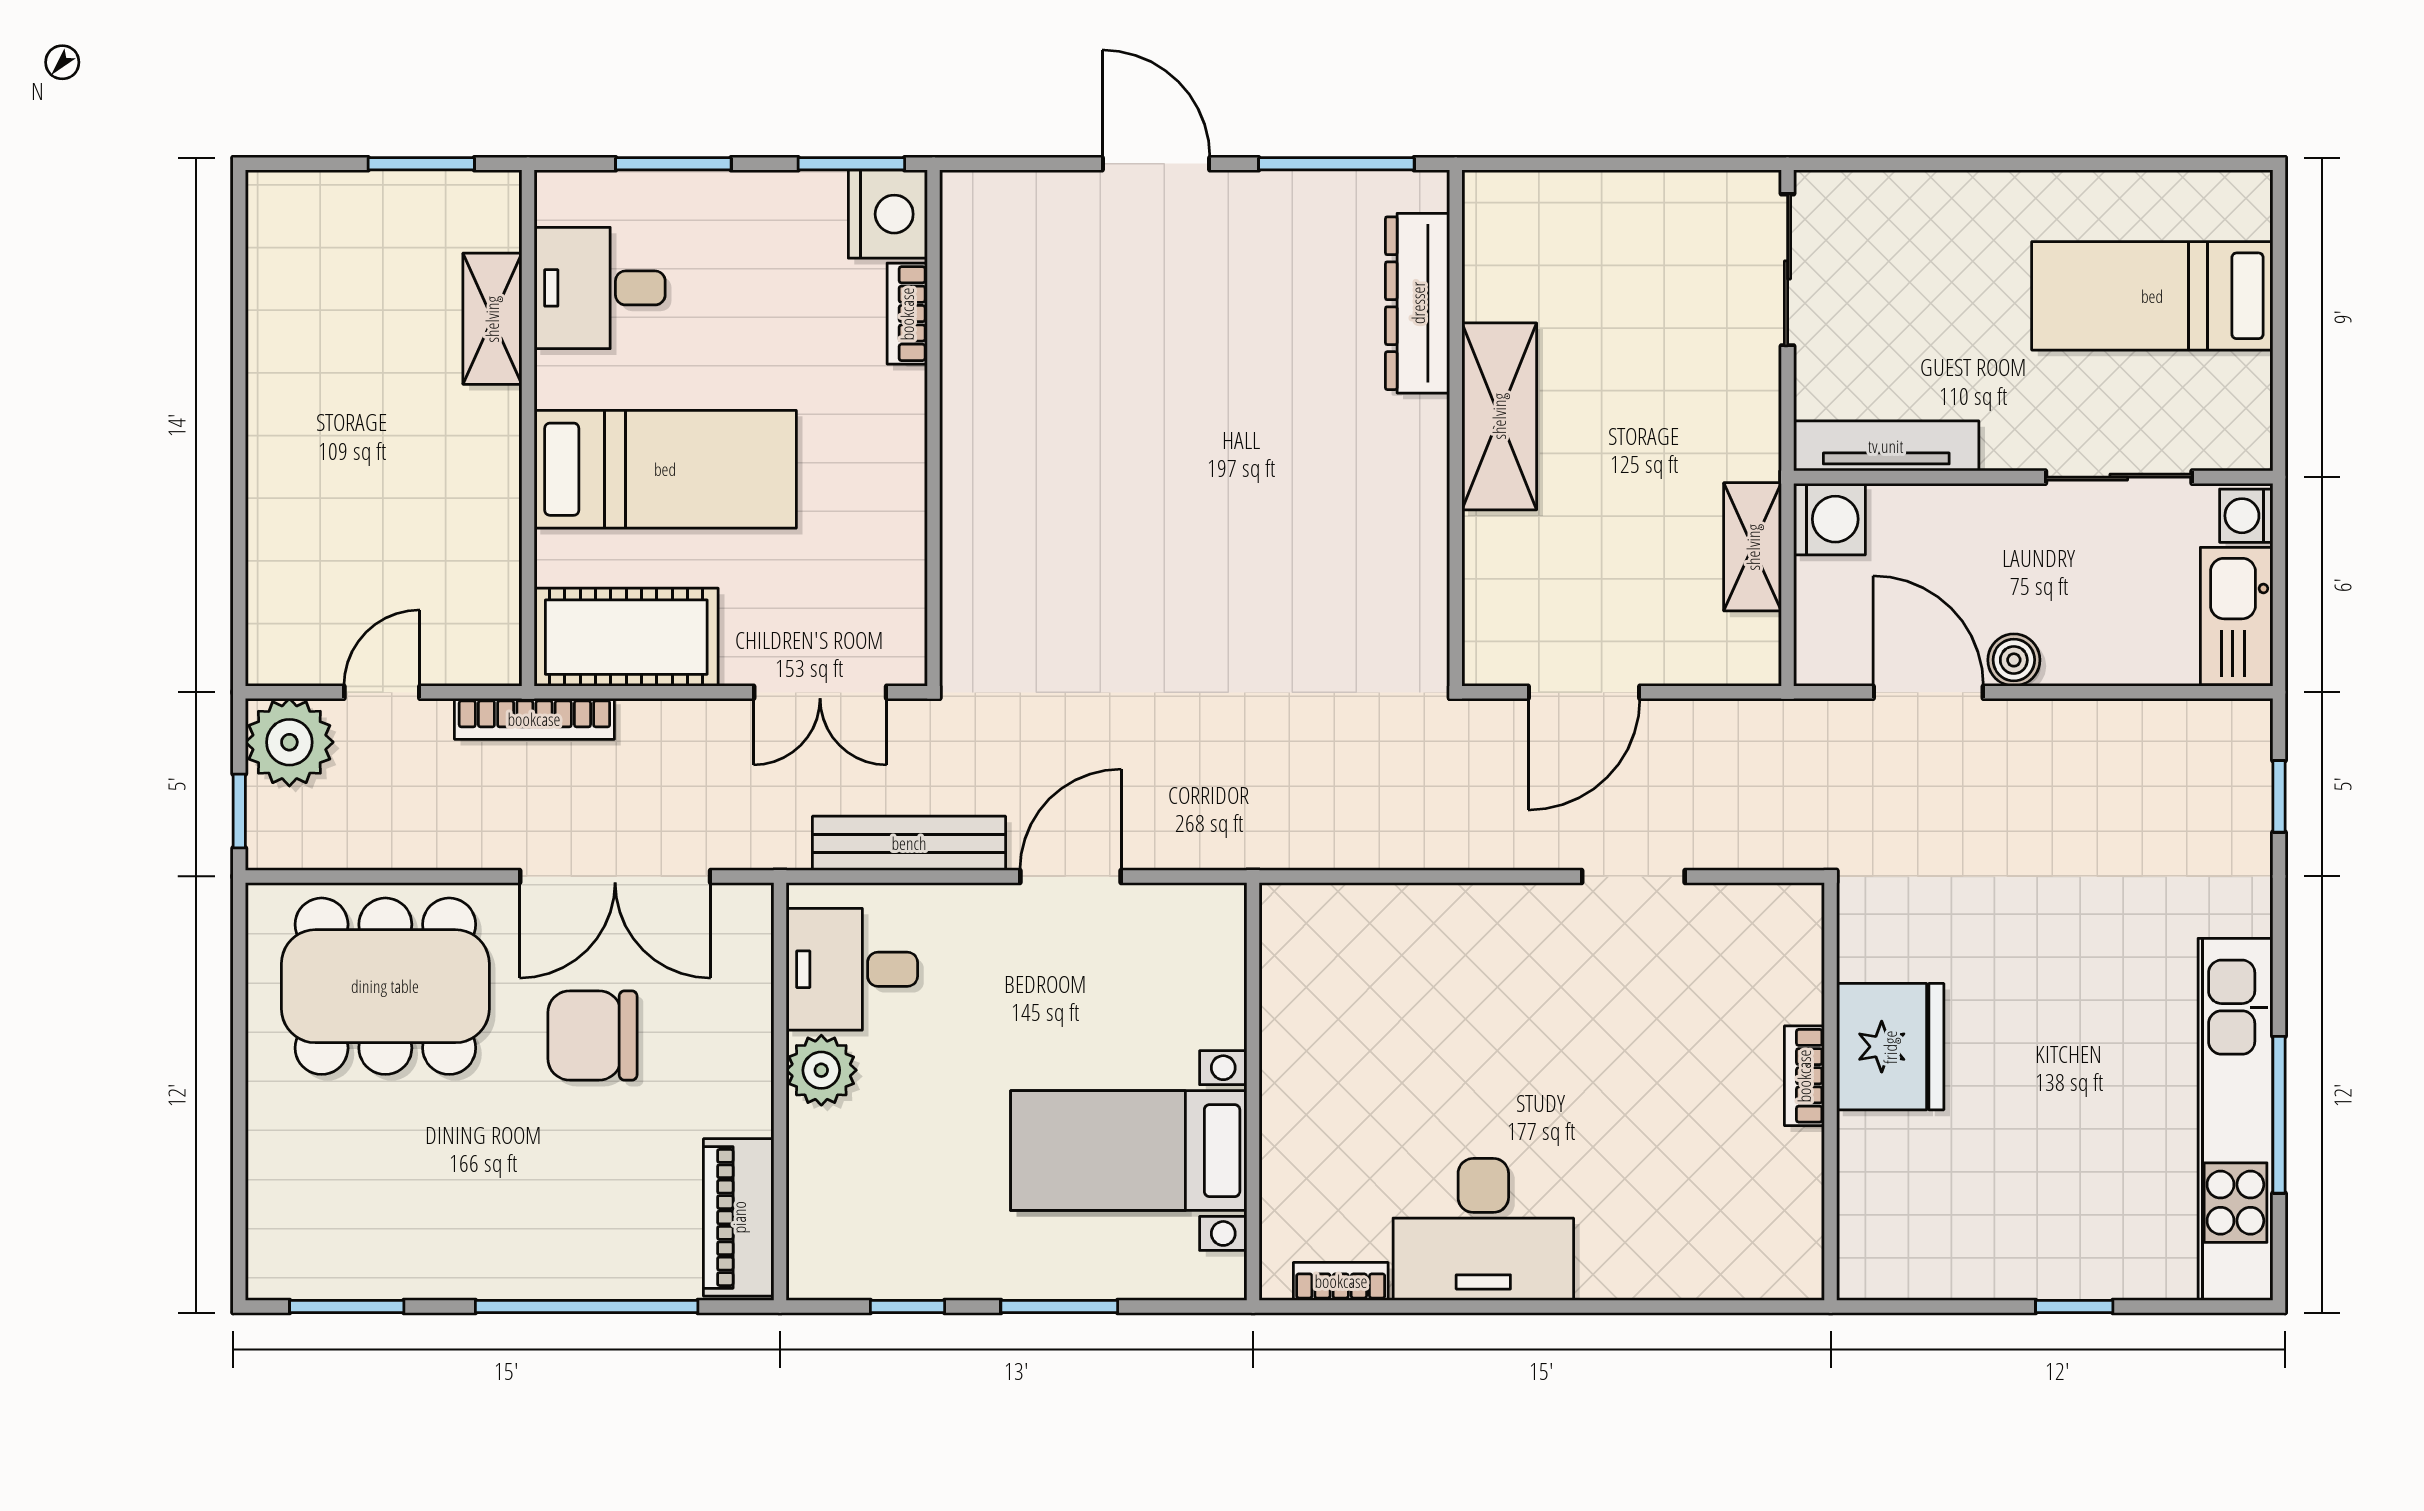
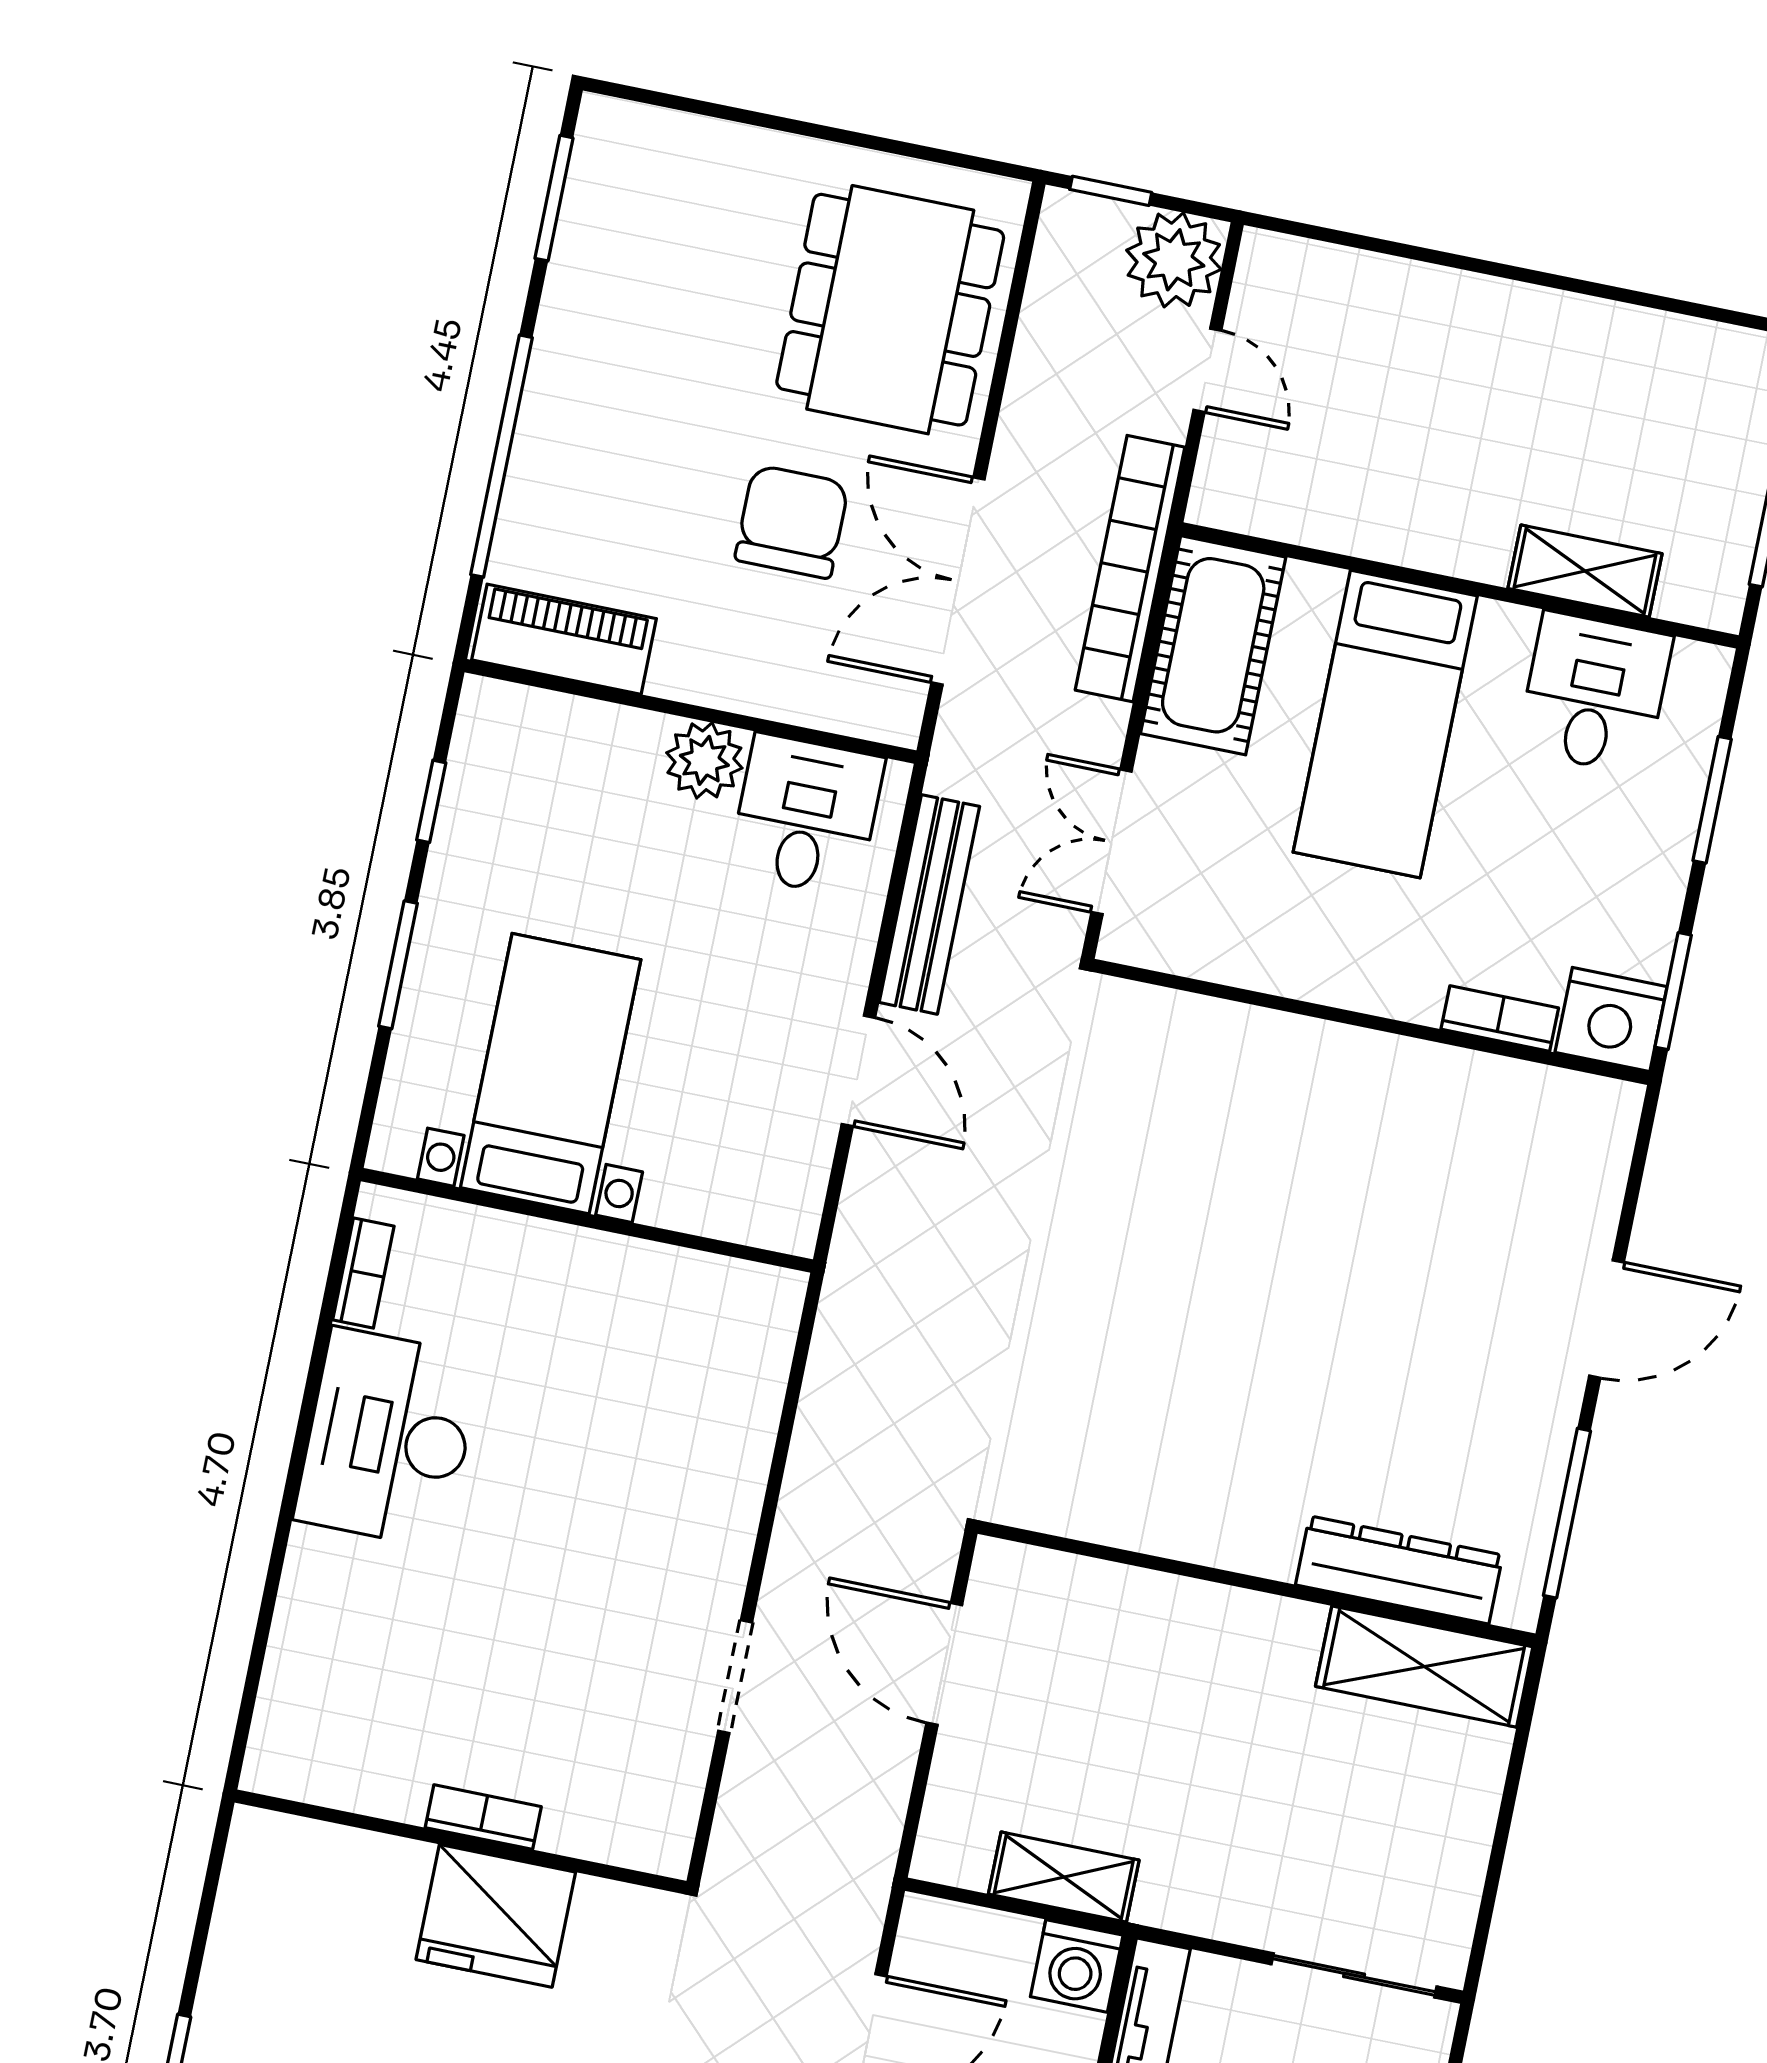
shelving: (1499, 416) -> (1424, 1667), moved
bookcase: (534, 719) -> (1130, 569), width x1.48, depth x1.31

